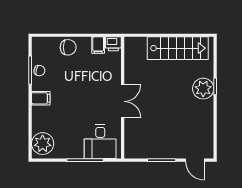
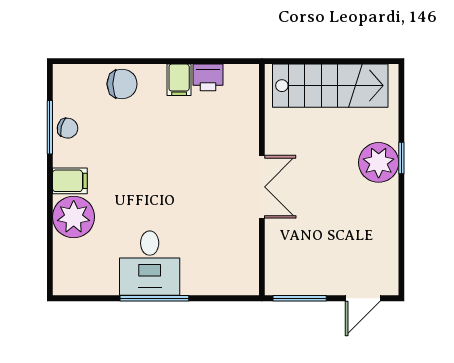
wall: (123, 98) -> (262, 180), moved
double door: (123, 101) -> (262, 187), moved
desk: (100, 142) -> (150, 263), moved
plant: (43, 144) -> (74, 217), moved
door: (195, 160) -> (363, 298), hinge flipped

